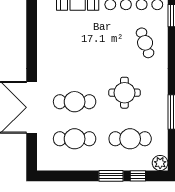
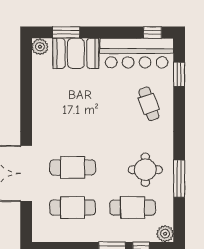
round table: (124, 93) -> (145, 170), moved

